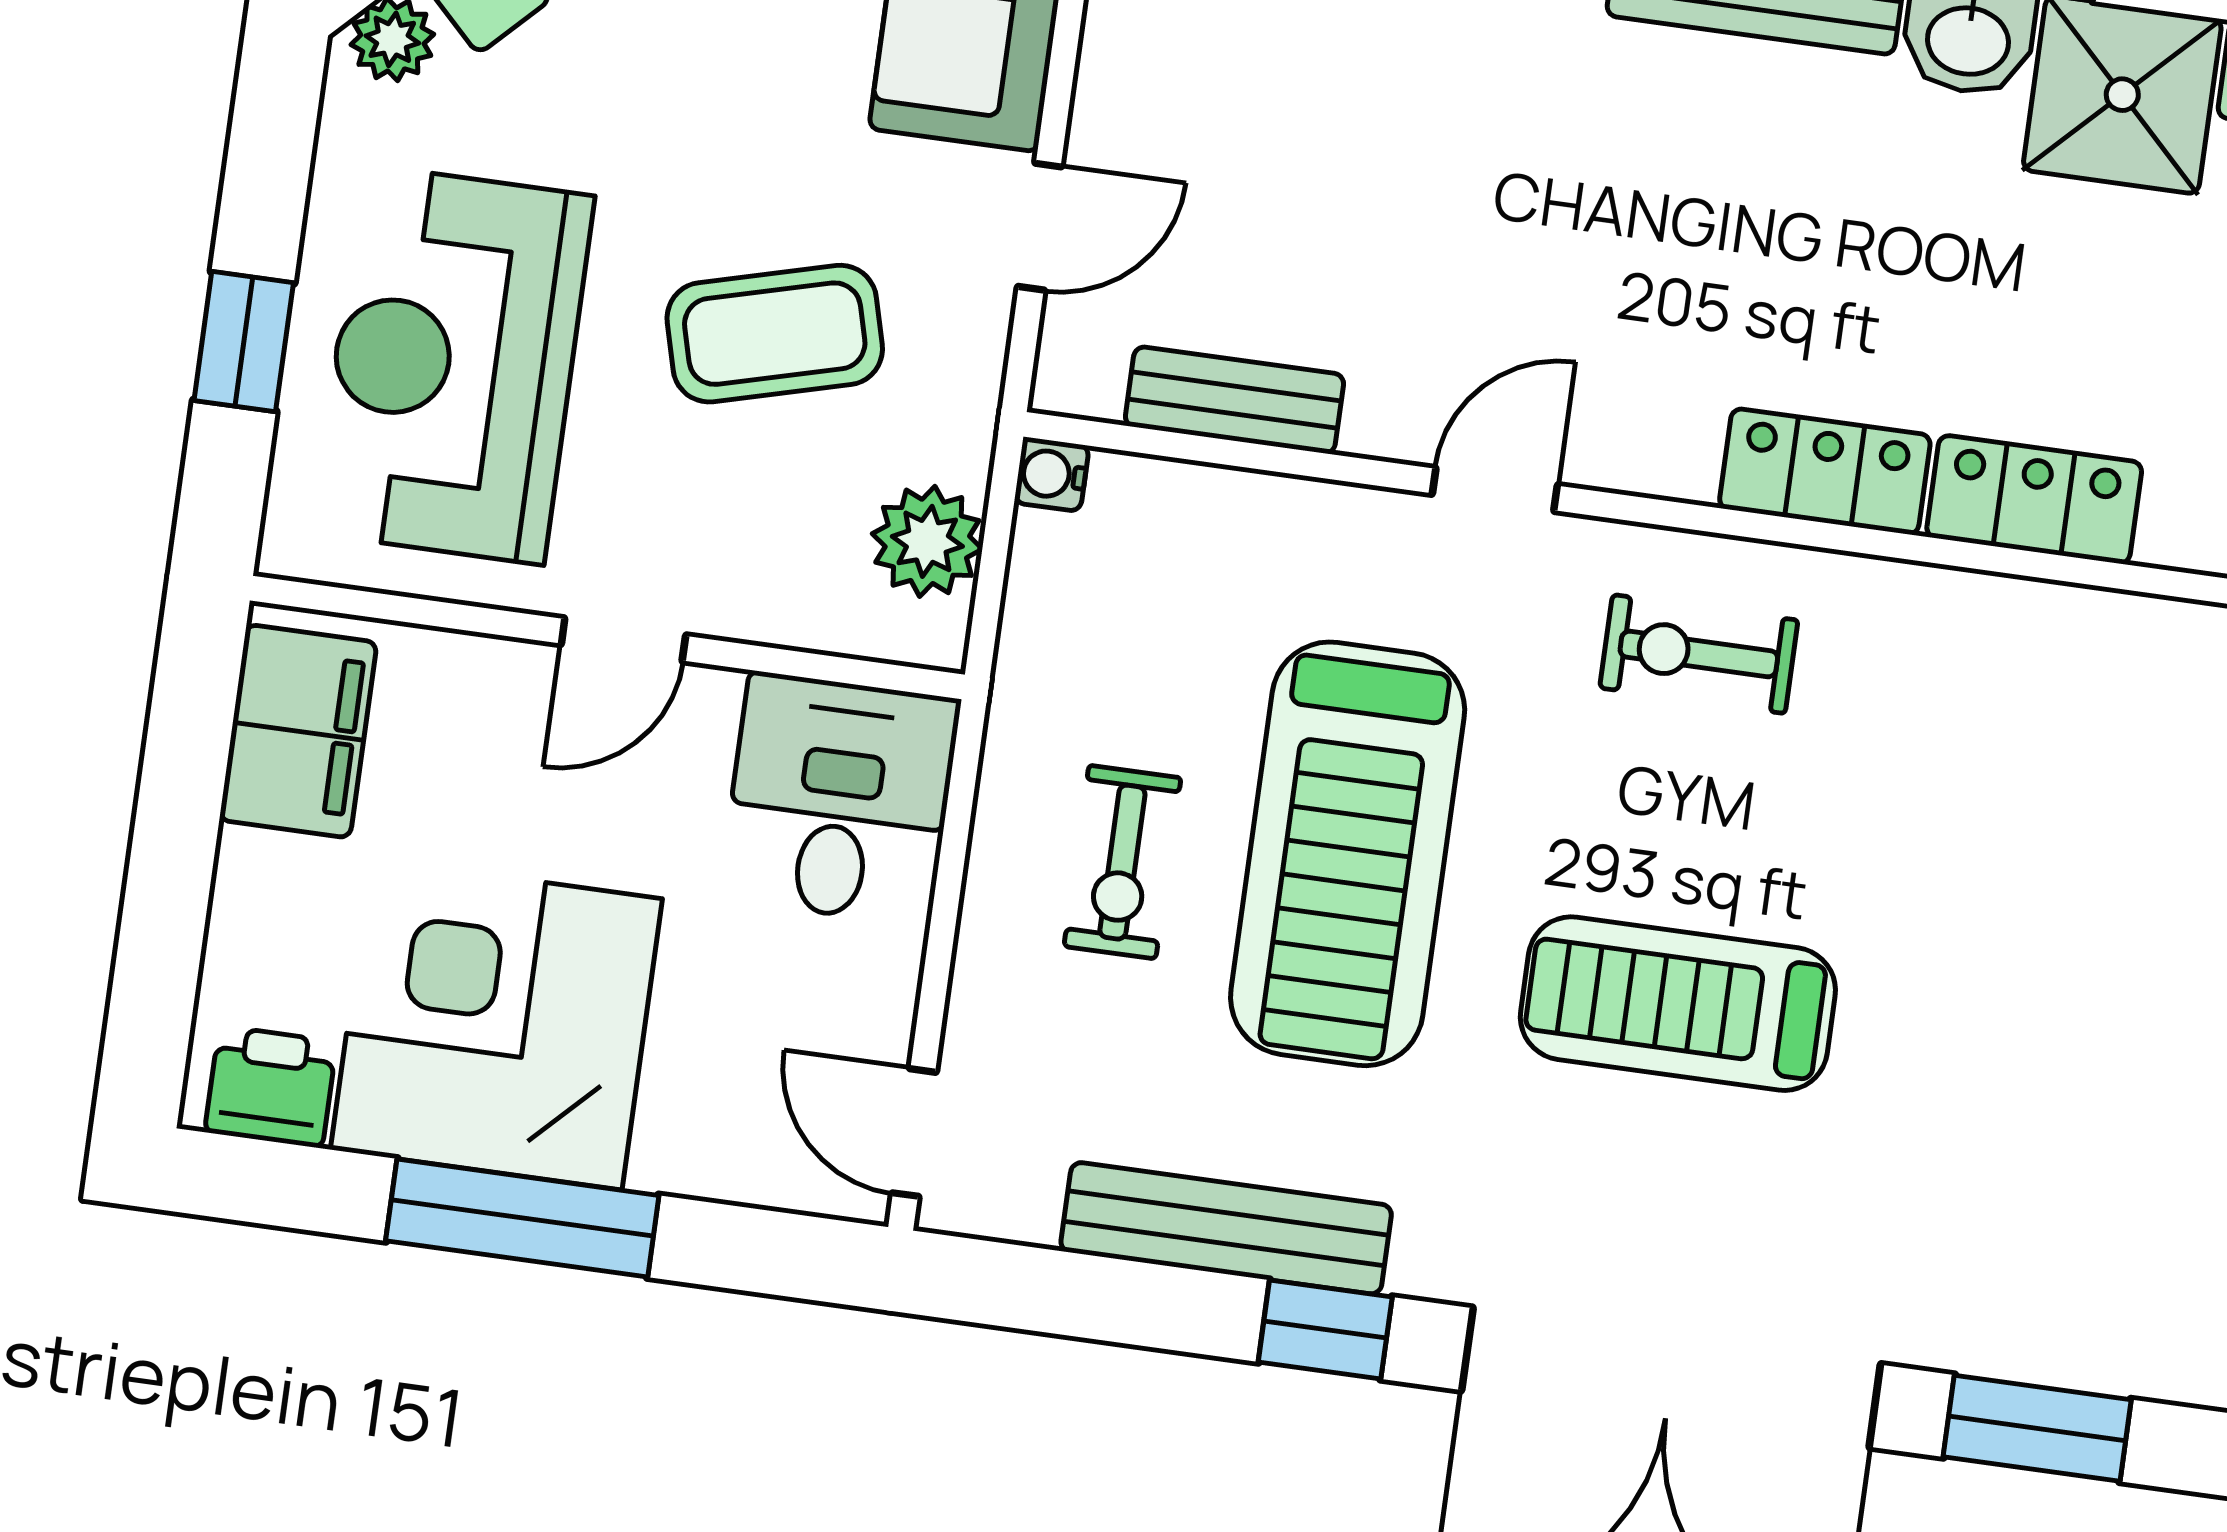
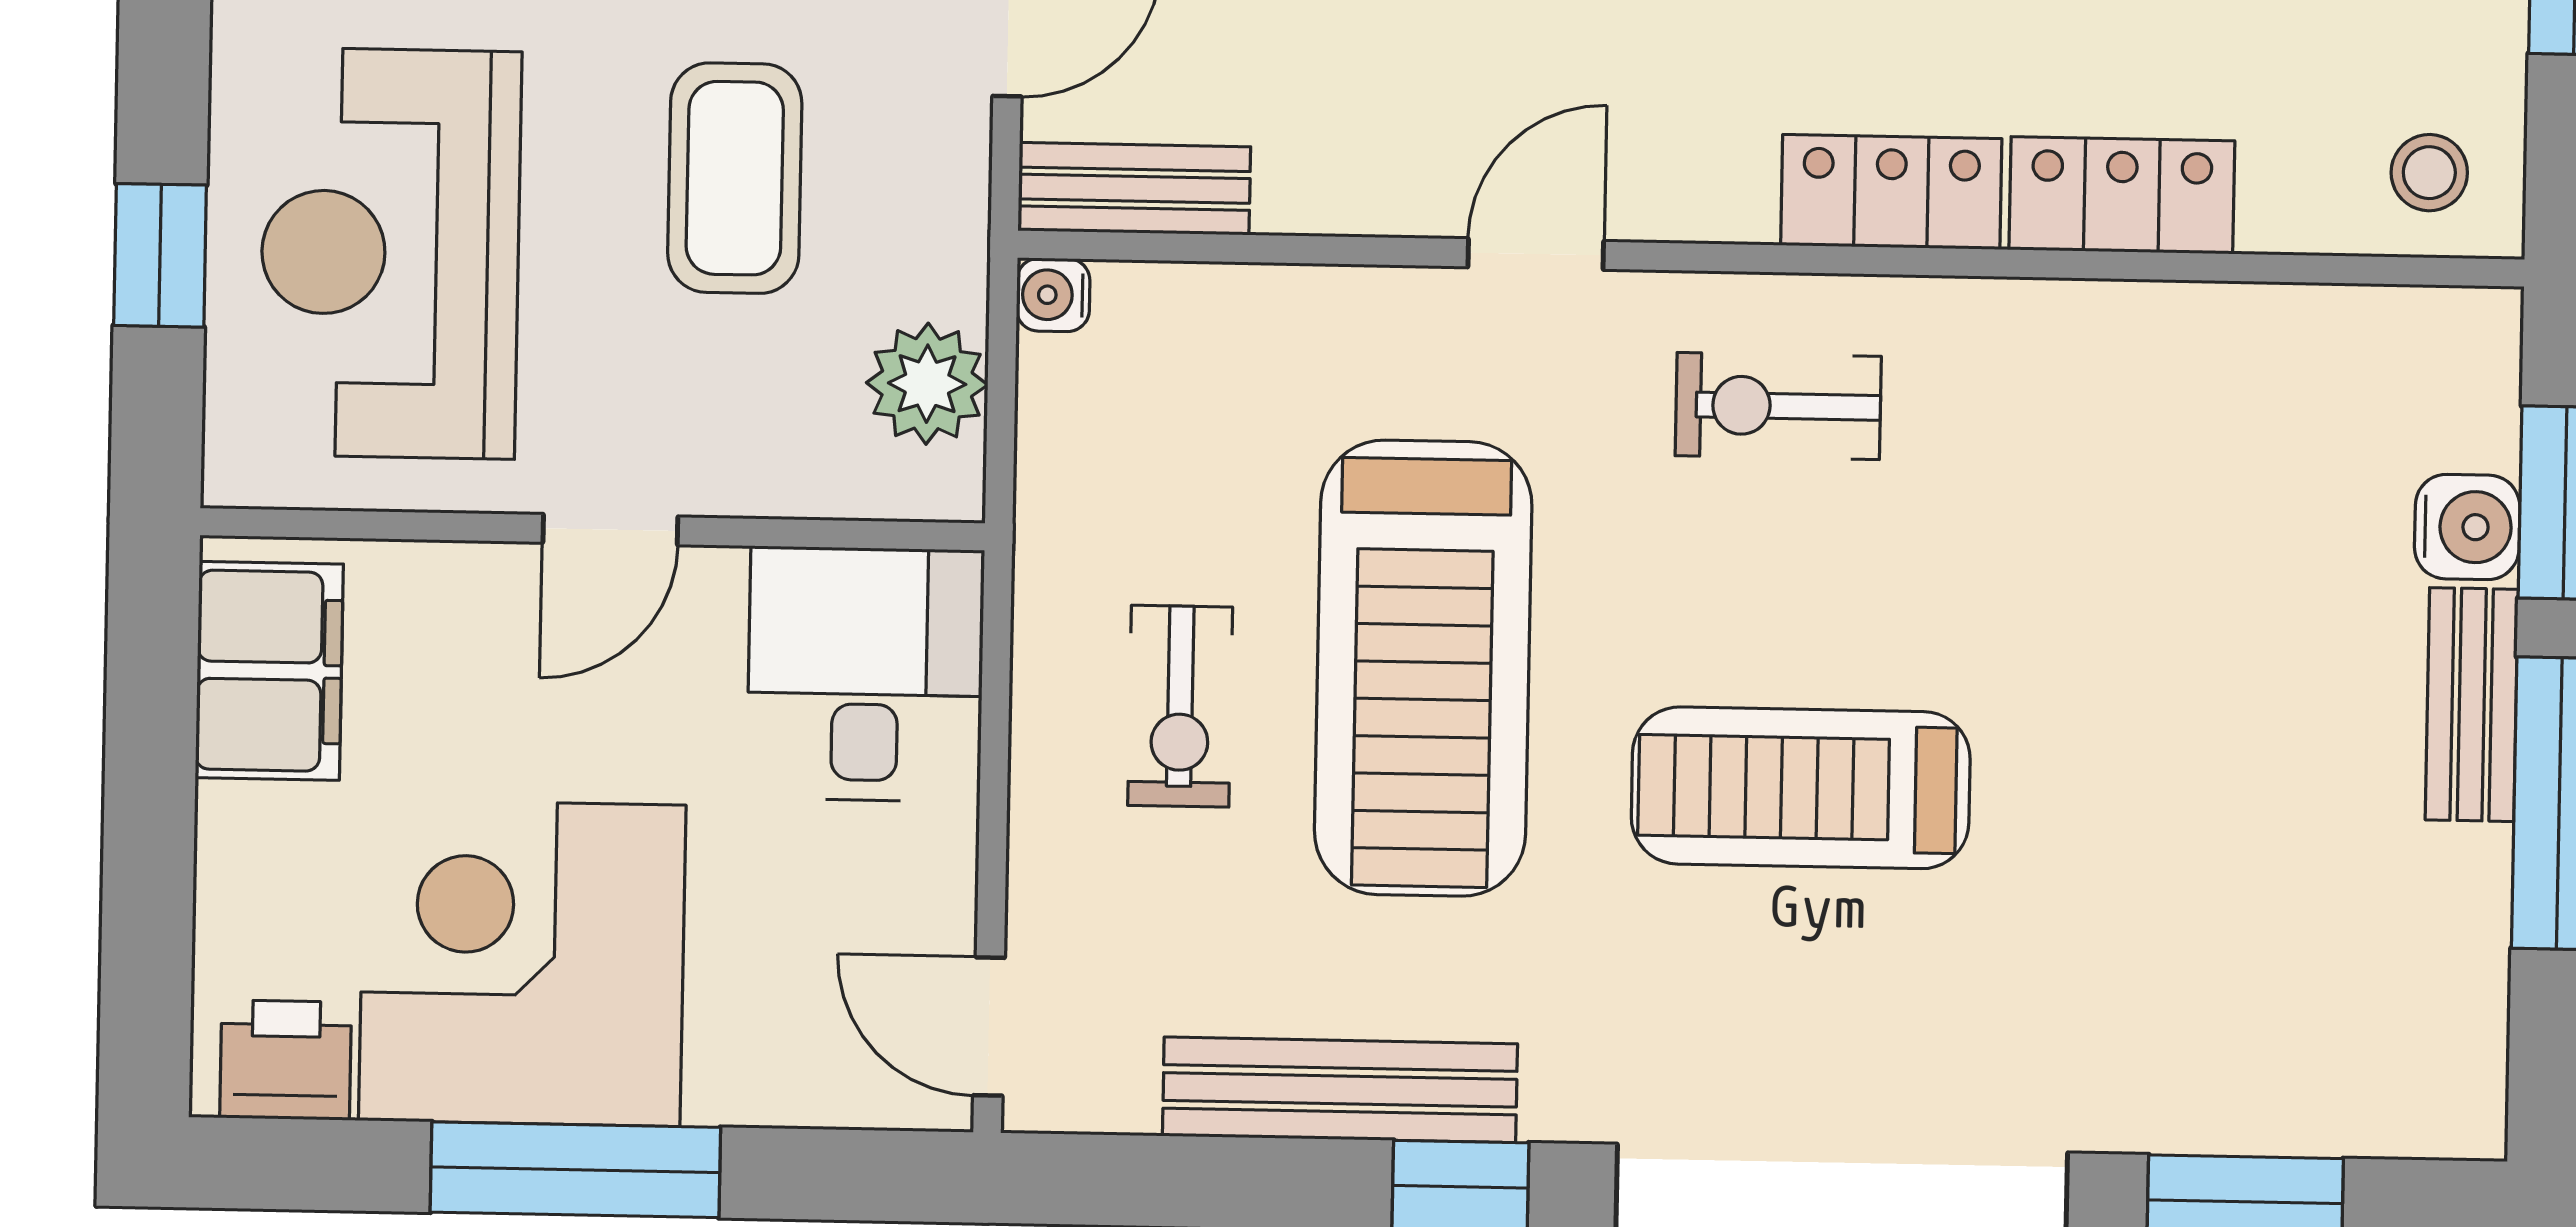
coffee table: (775, 334) -> (735, 178), turned -75
bench: (1234, 400) -> (1134, 189), moved

